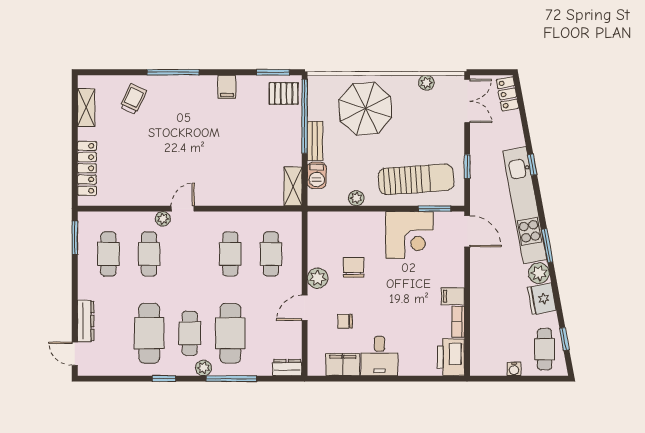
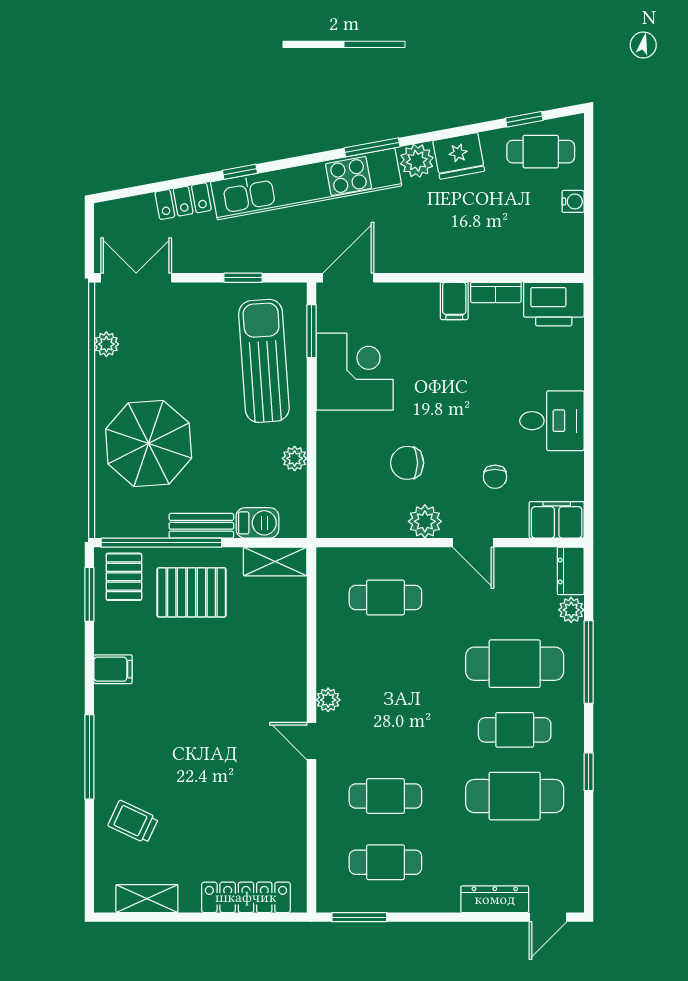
locker: (508, 94) -> (183, 201), moved
pallet: (274, 135) -> (192, 592), added
plant: (163, 219) -> (328, 700), moved
cafe table: (230, 254) -> (385, 664), removed
filing cabinet: (343, 365) -> (557, 520), moved, turned 90
plant: (204, 368) -> (571, 610), moved

